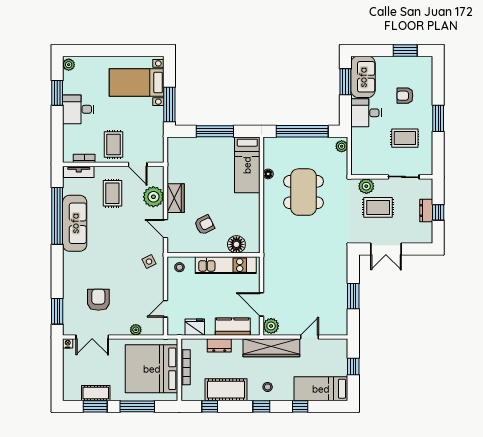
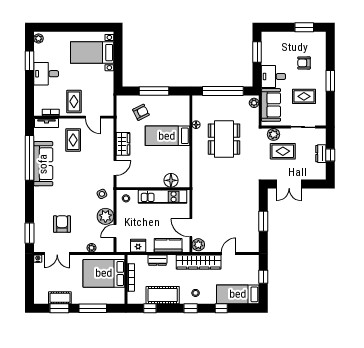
sofa: (363, 77) -> (271, 105), moved
window: (169, 104) -> (118, 70), removed
bed: (247, 165) -> (167, 136), moved, turned 90
plant: (153, 197) -> (105, 216), moved
armchair: (204, 225) -> (141, 112), moved
door: (165, 229) -> (115, 168), swing flipped
bed: (152, 369) -> (104, 273), width x0.73

